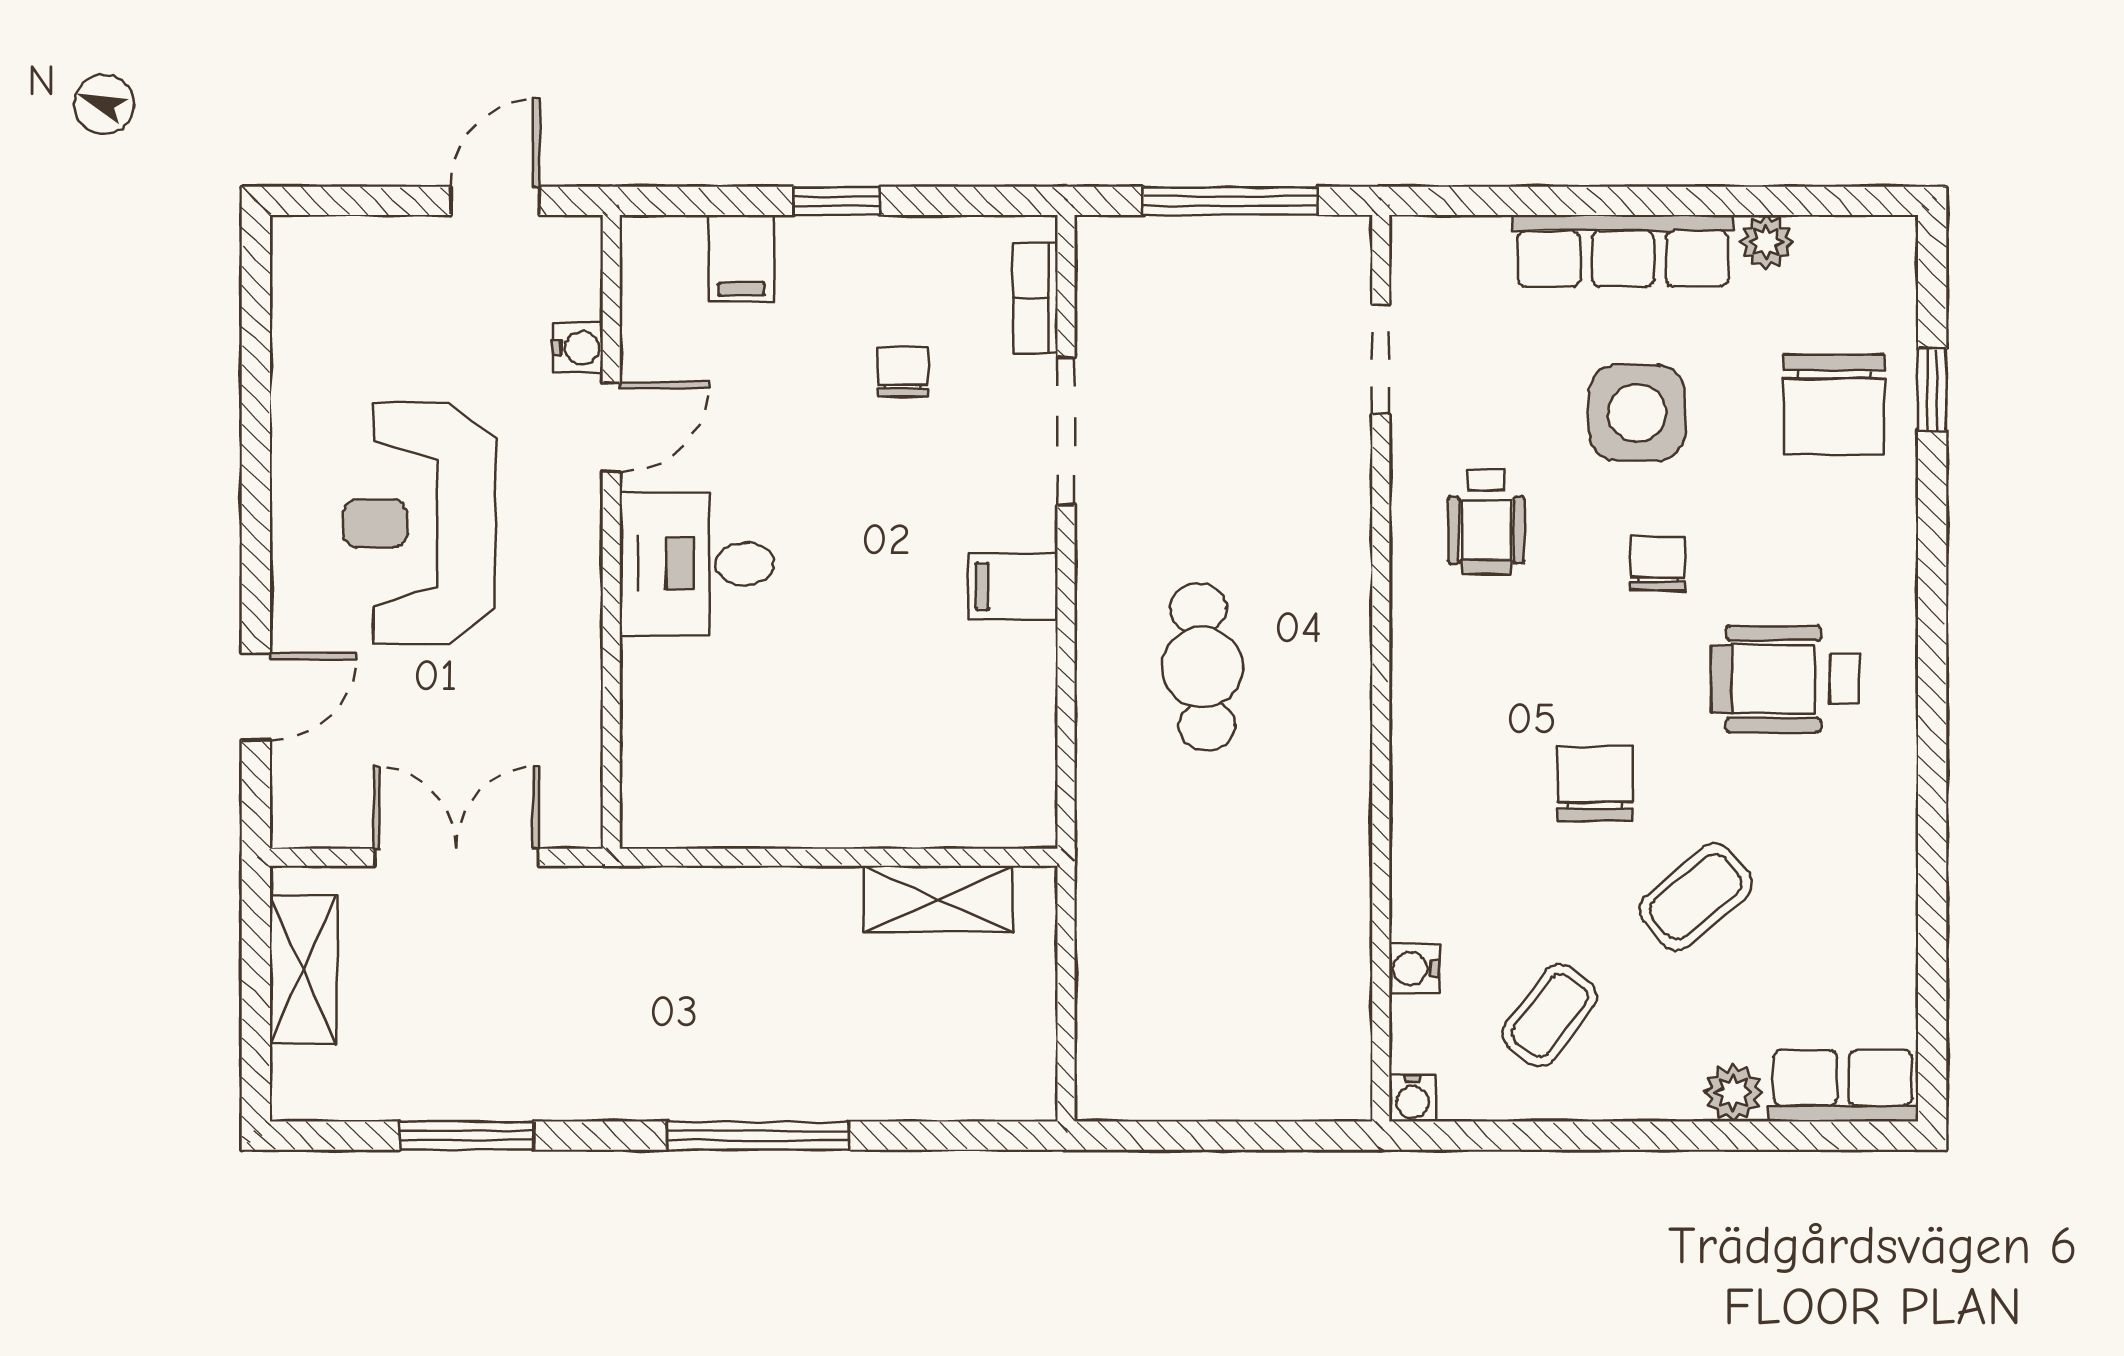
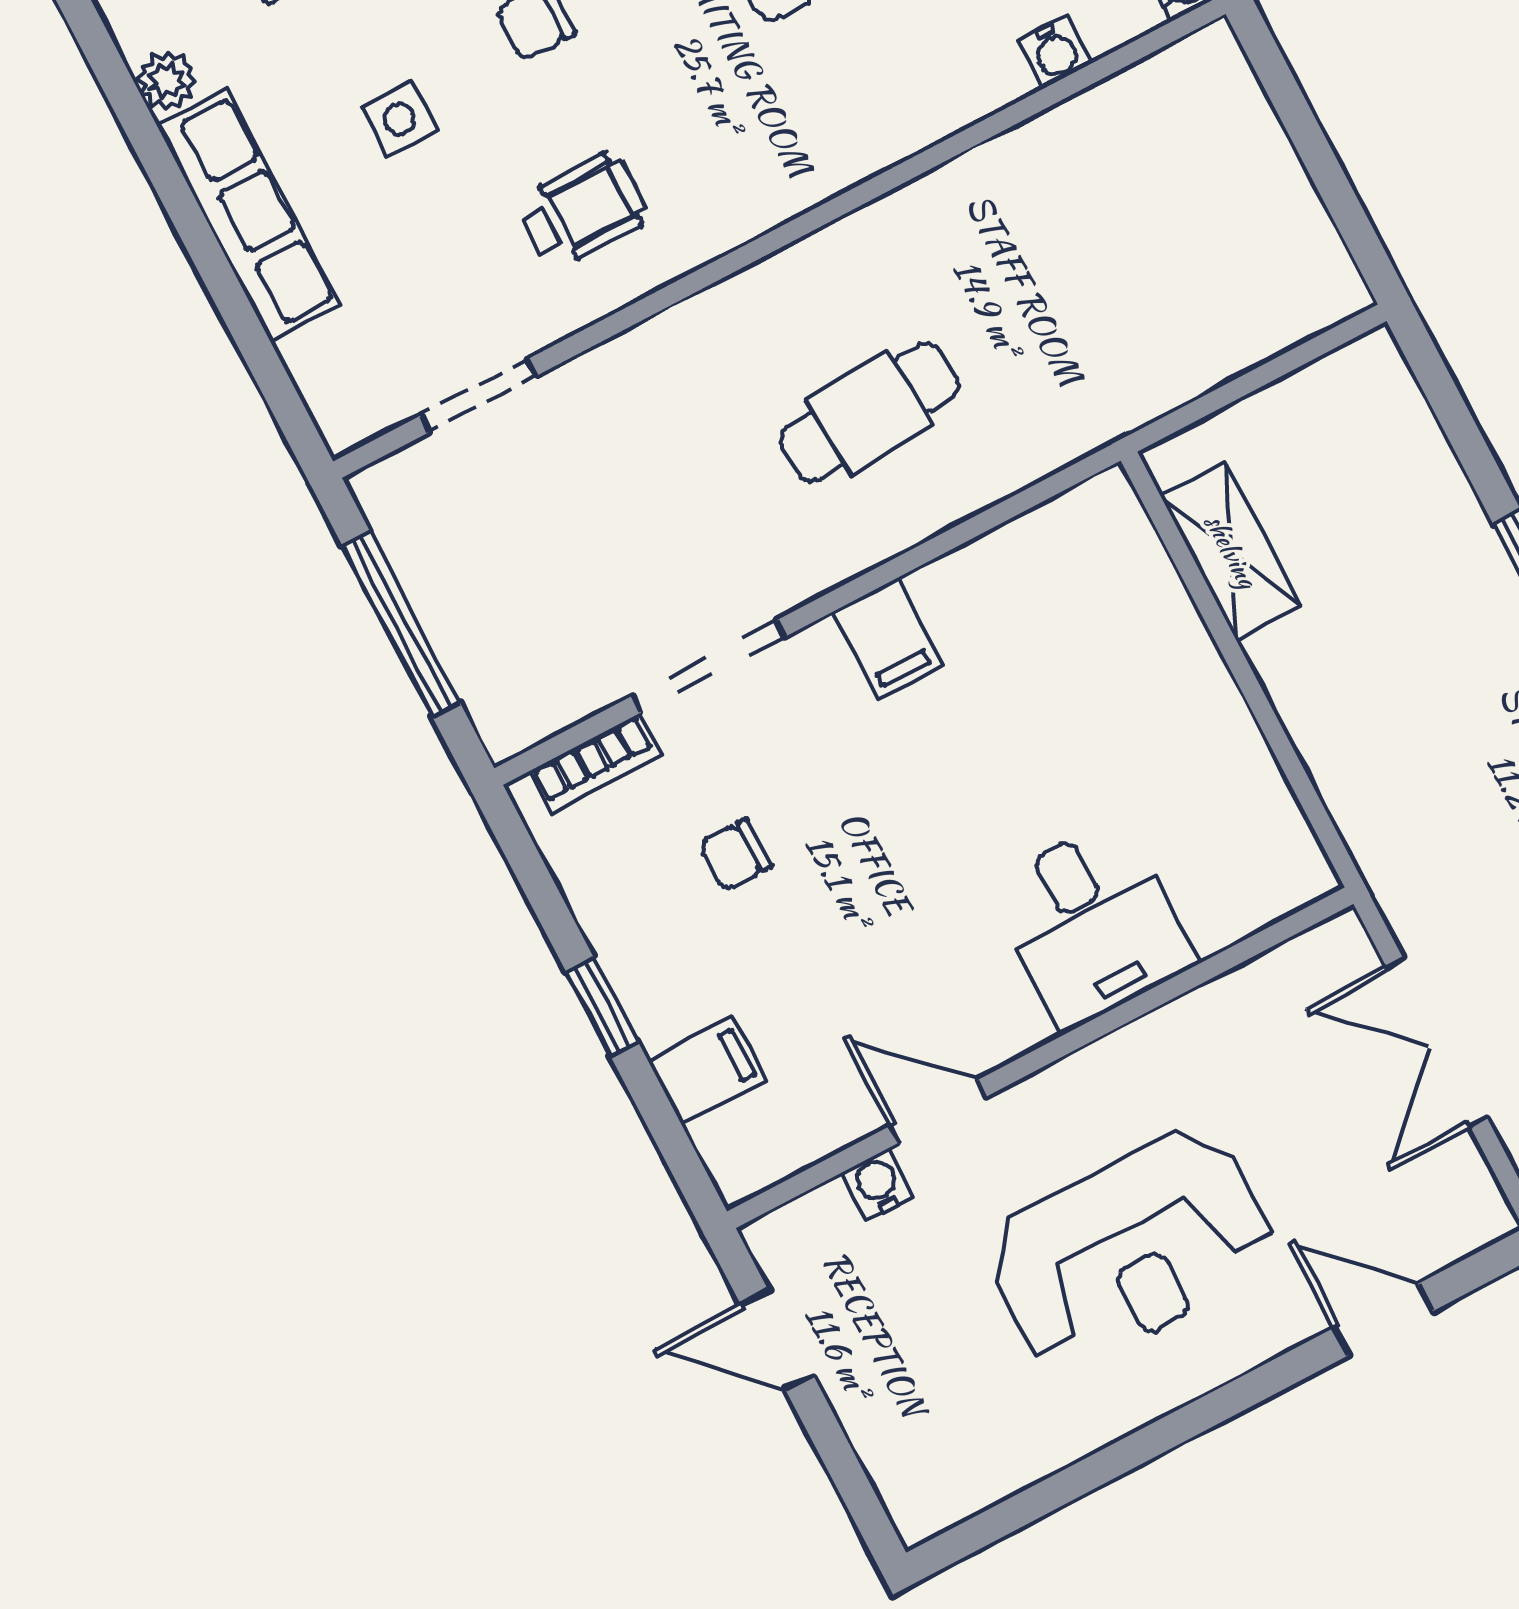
side table: (1637, 413) -> (399, 119), width x0.54, depth x0.54
desk: (697, 564) -> (1092, 924), moved

